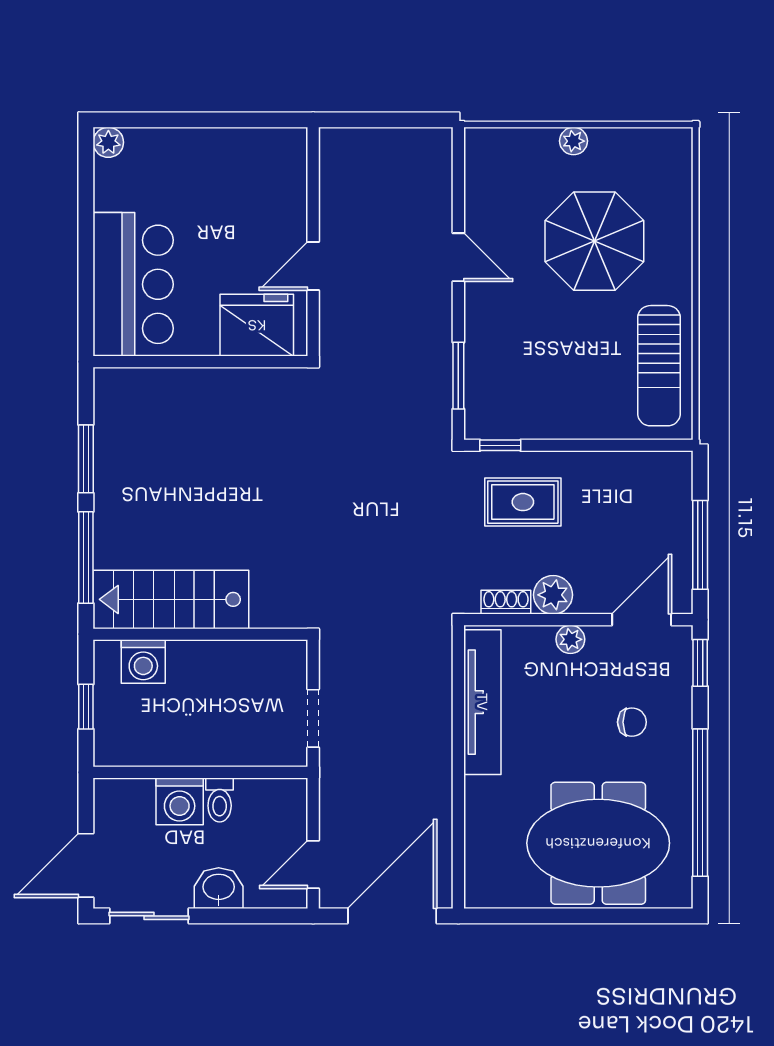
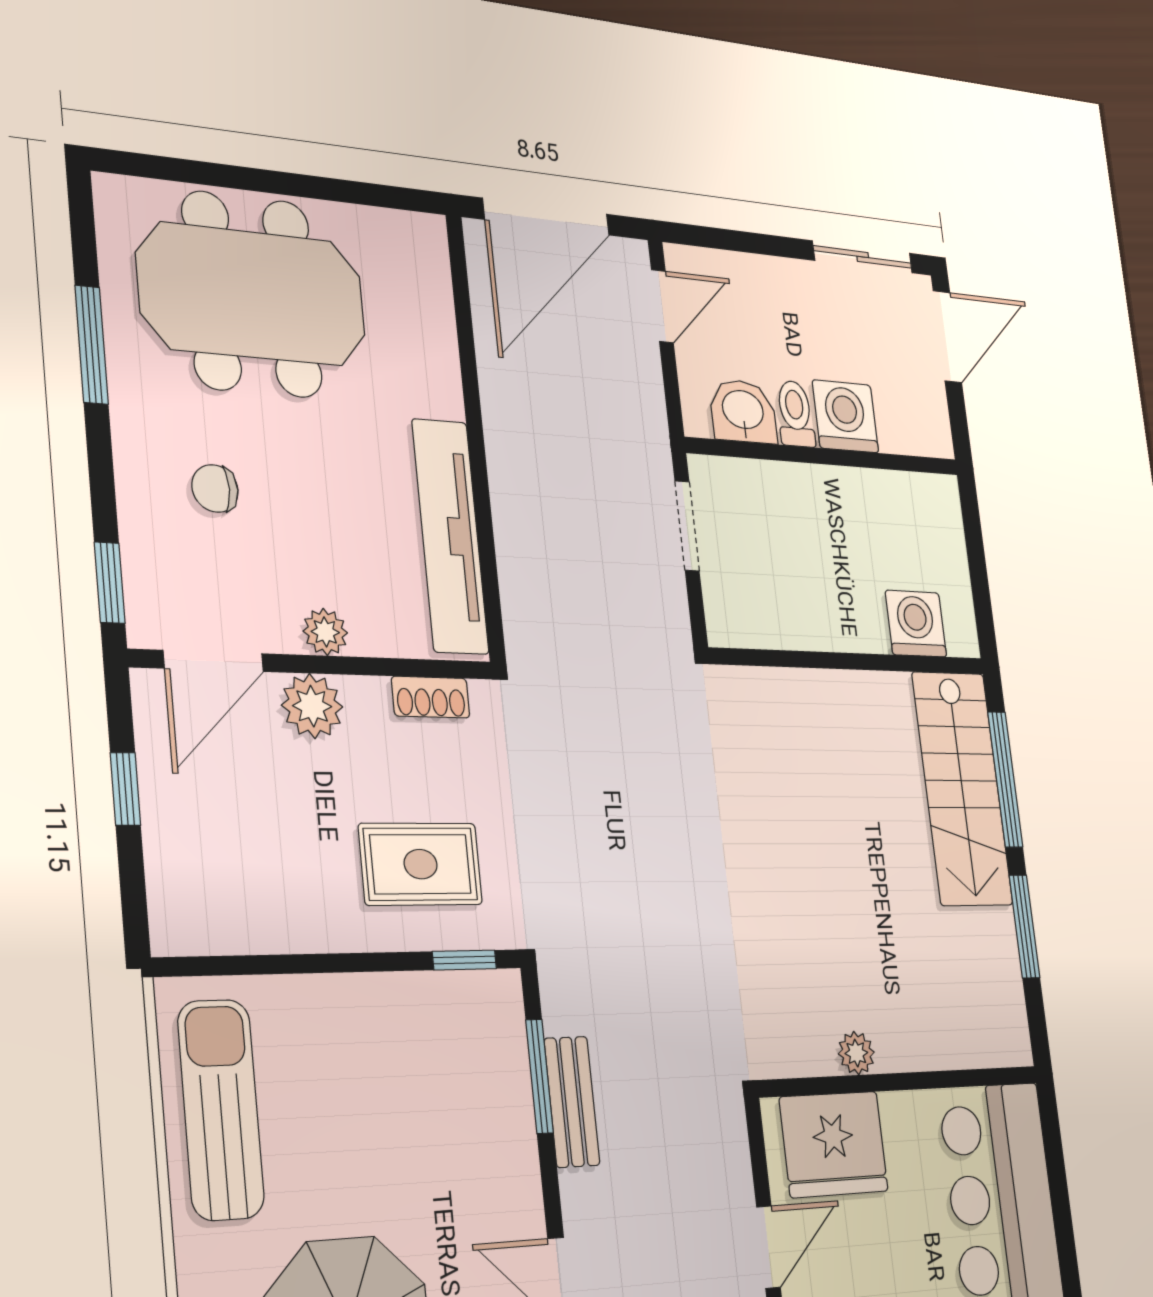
bench: (438, 360) -> (572, 1102), added
plant: (232, 381) -> (856, 1053), added
window: (700, 545) -> (125, 789), width x0.46
plant: (553, 595) -> (312, 706), moved
stairs: (171, 599) -> (962, 788), moved, turned 90
window: (86, 707) -> (977, 562), removed
window: (700, 803) -> (92, 345), width x0.47
washbasin: (219, 888) -> (743, 411), moved, turned 180

